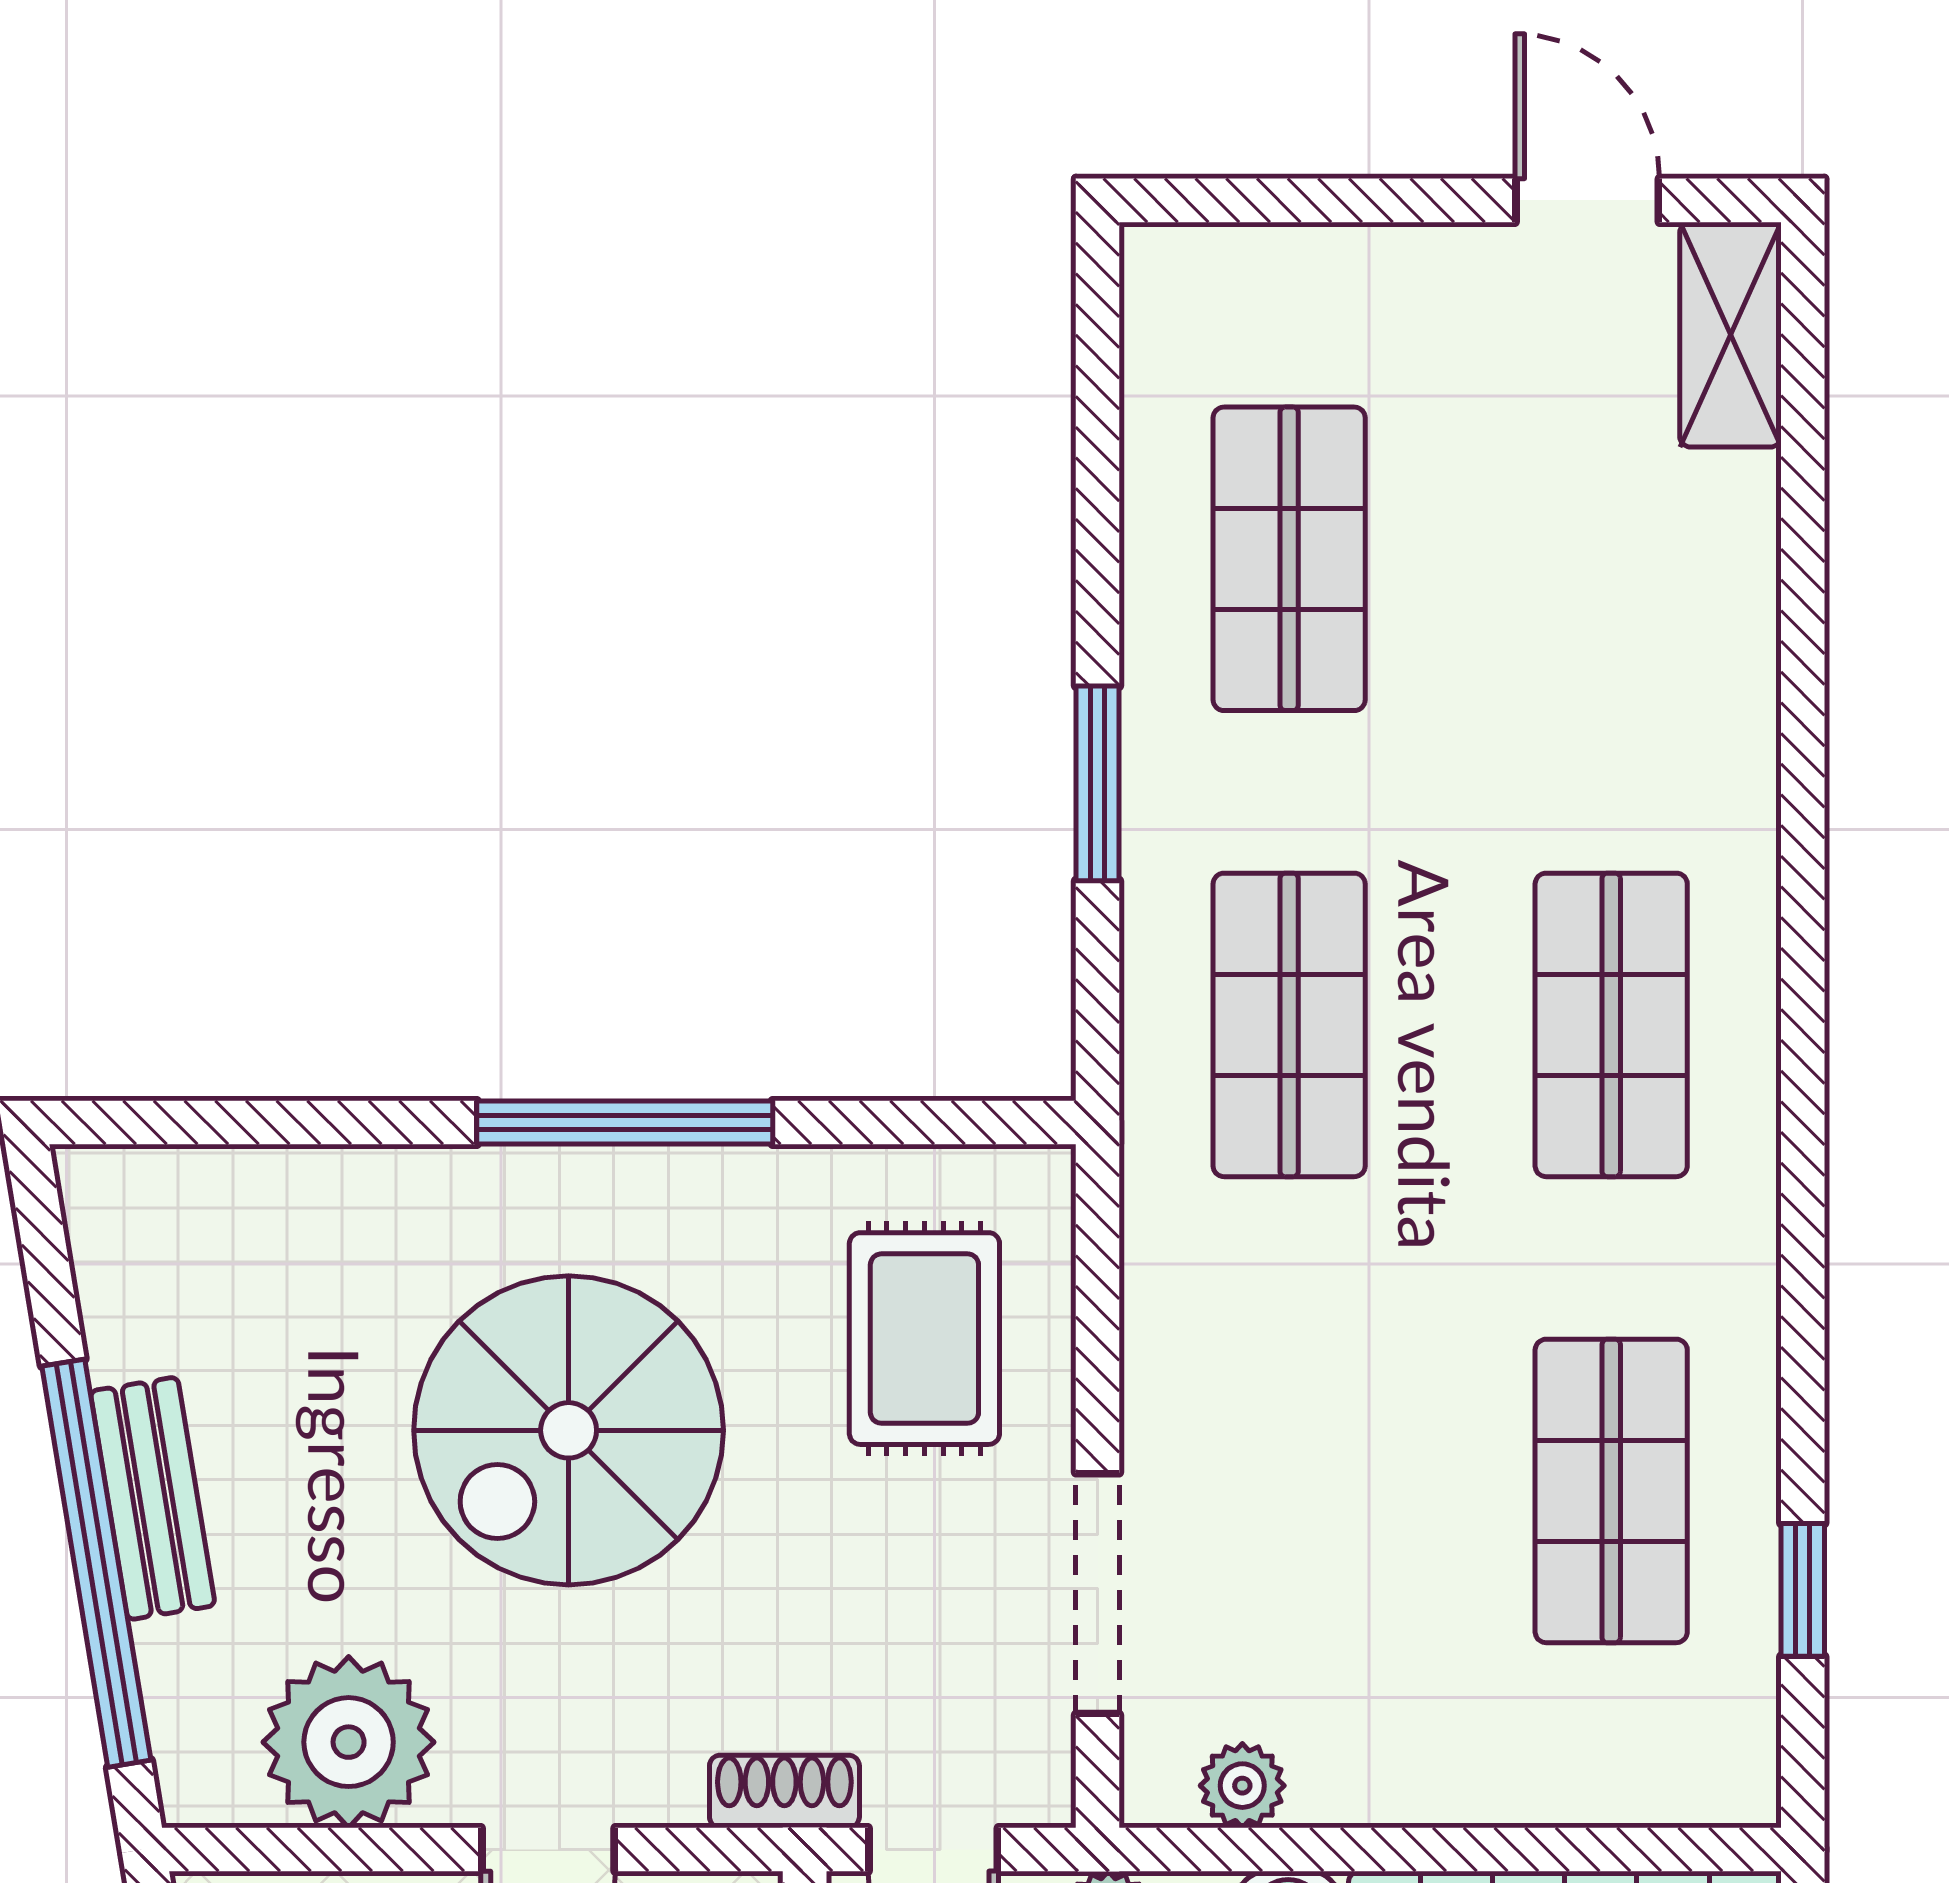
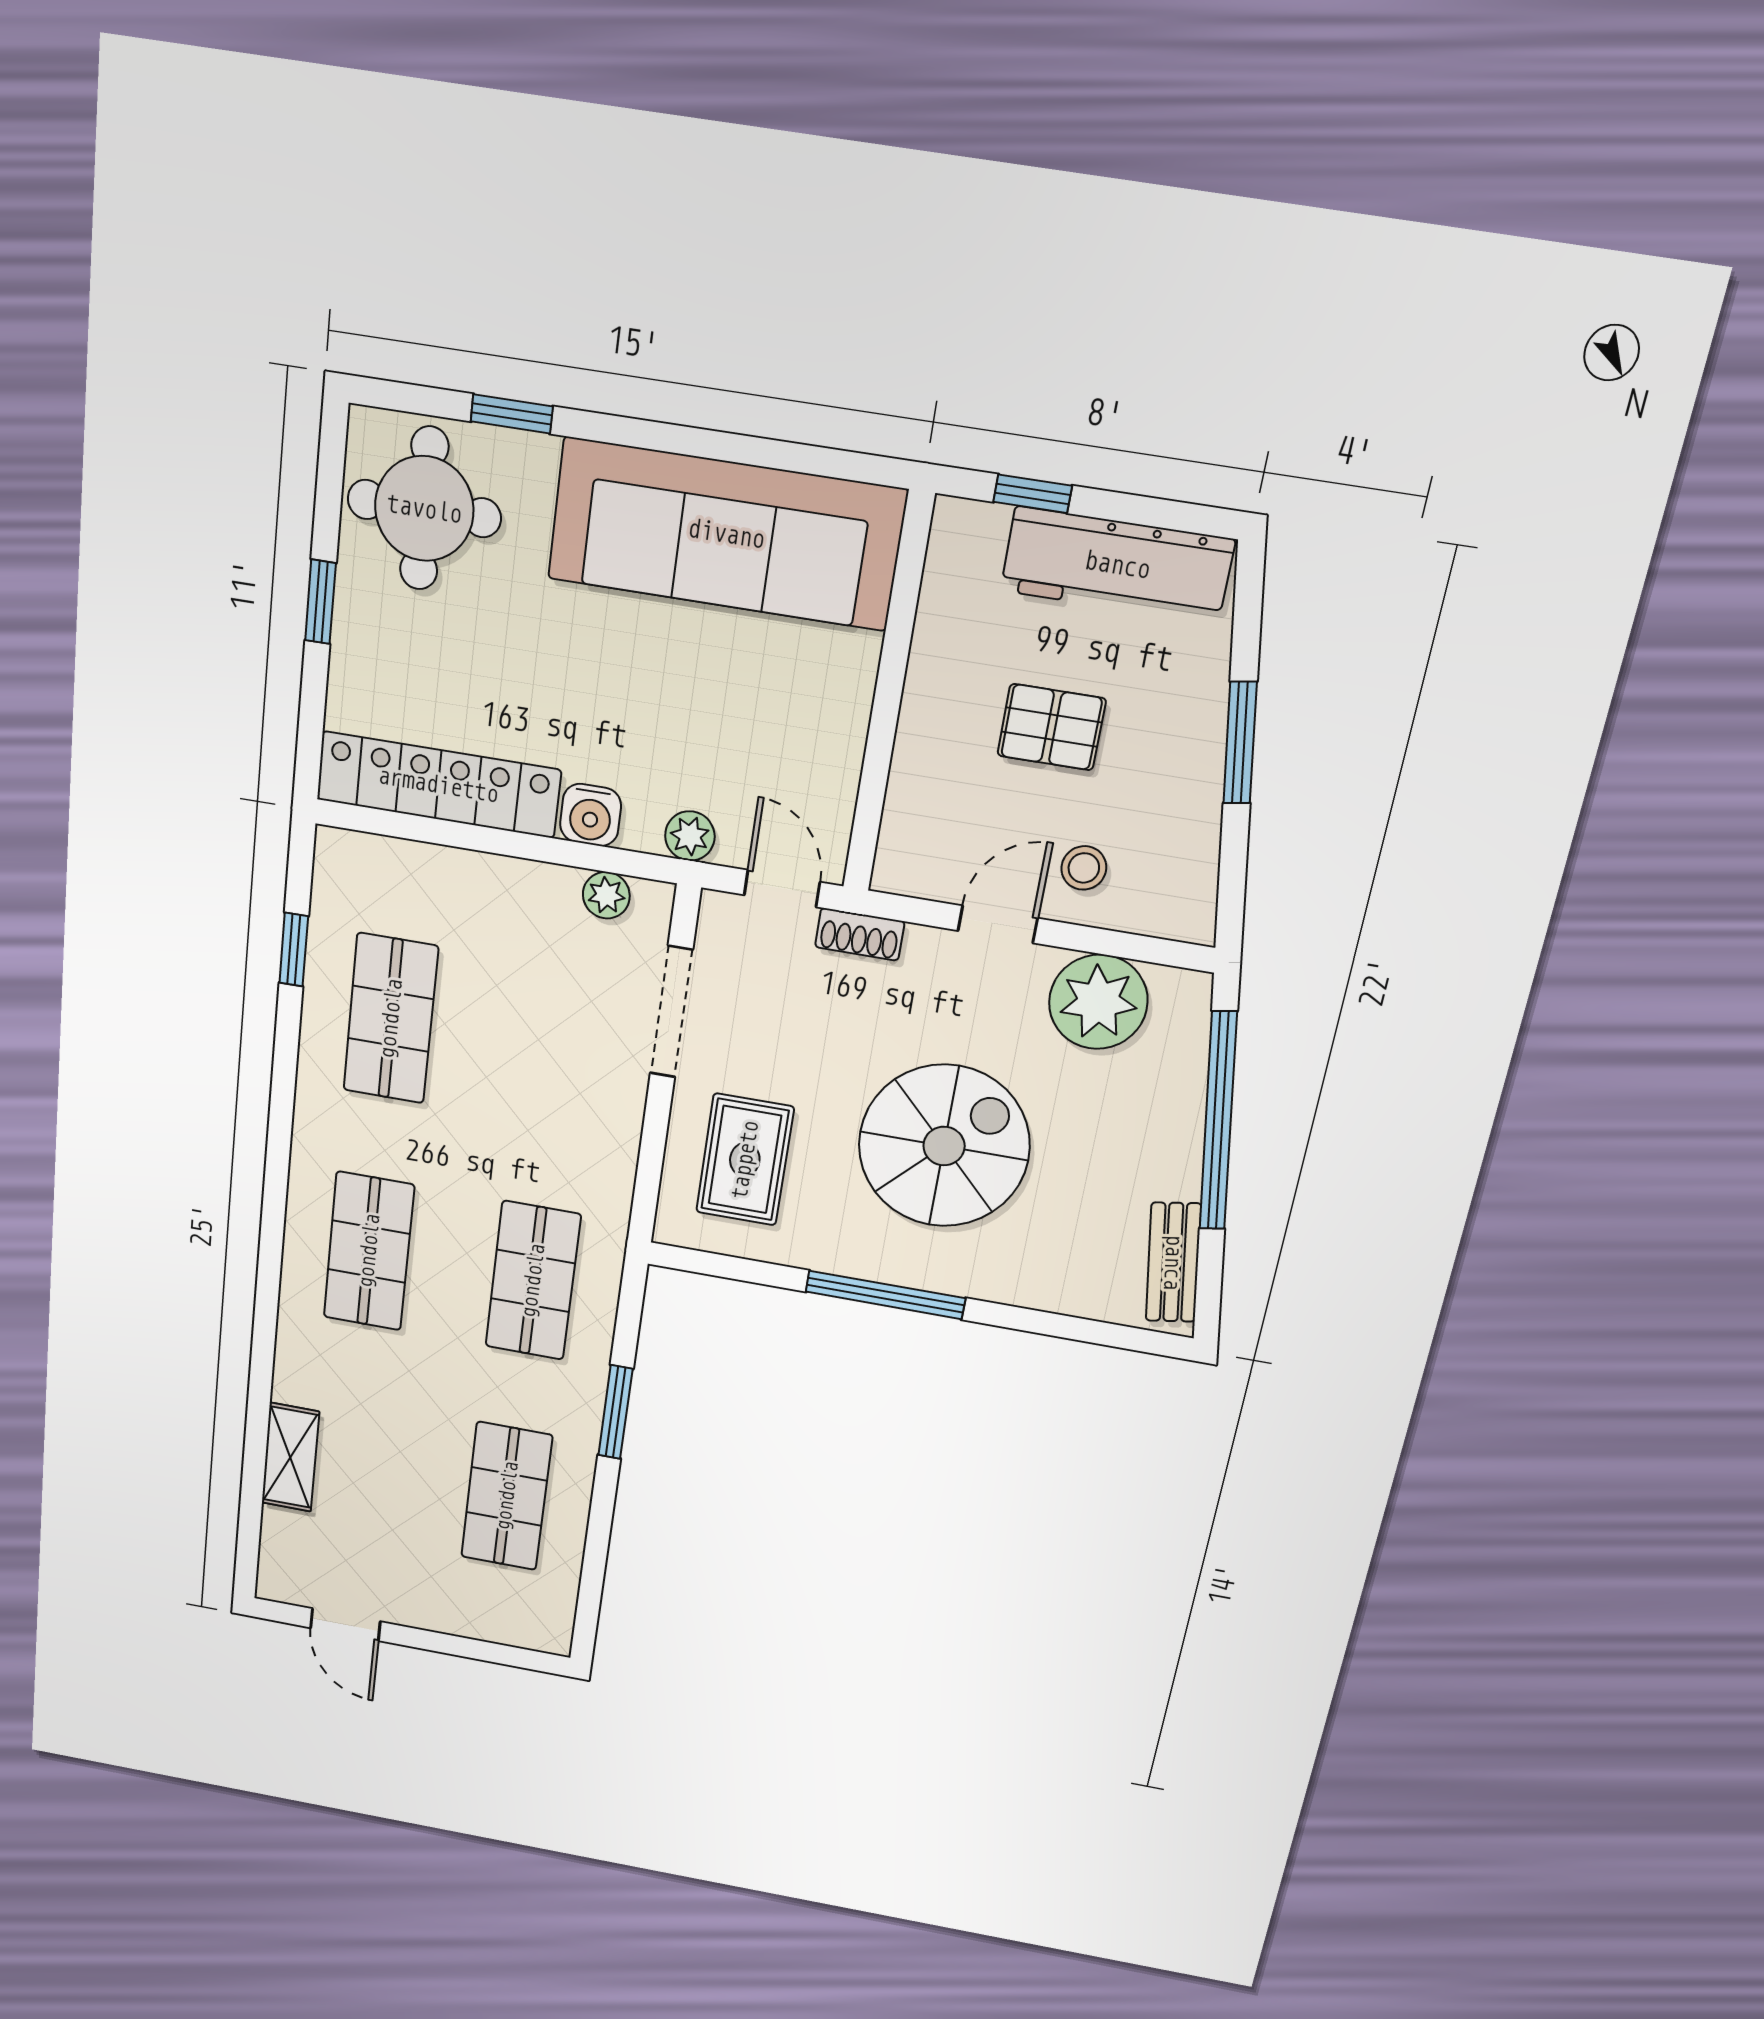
shelving: (1730, 335) -> (290, 1457), moved
bench: (153, 1498) -> (1173, 1262), moved

